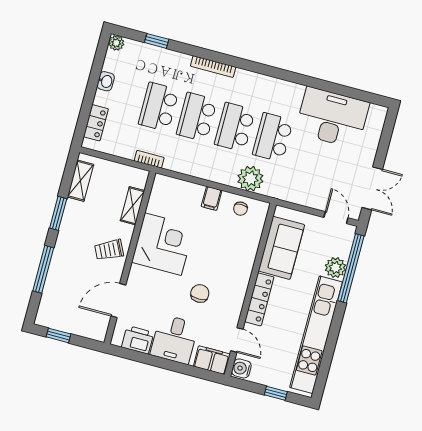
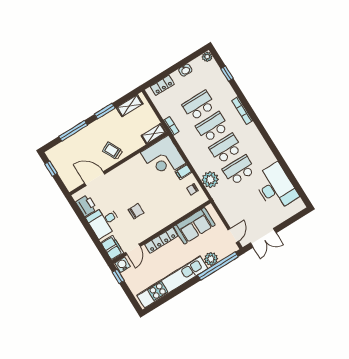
shelving: (133, 206) -> (154, 134), moved
corner desk: (163, 244) -> (163, 158), moved, turned 90
window: (276, 393) -> (118, 276), moved

